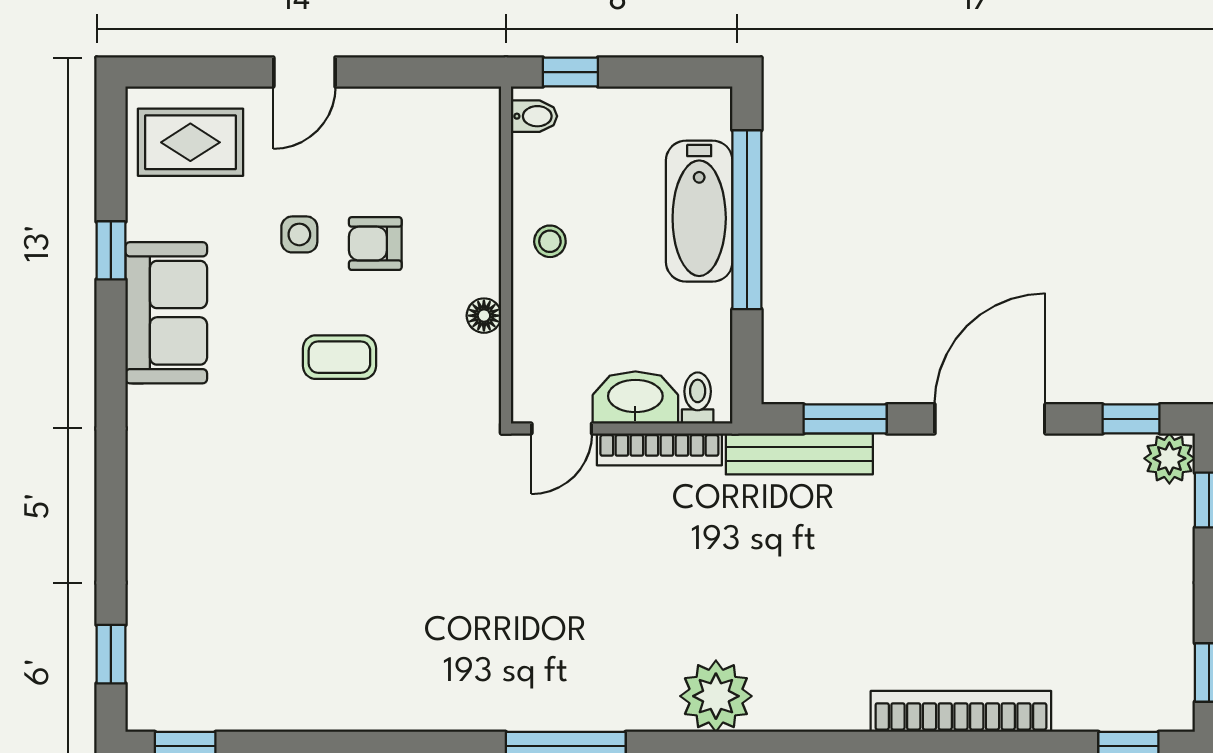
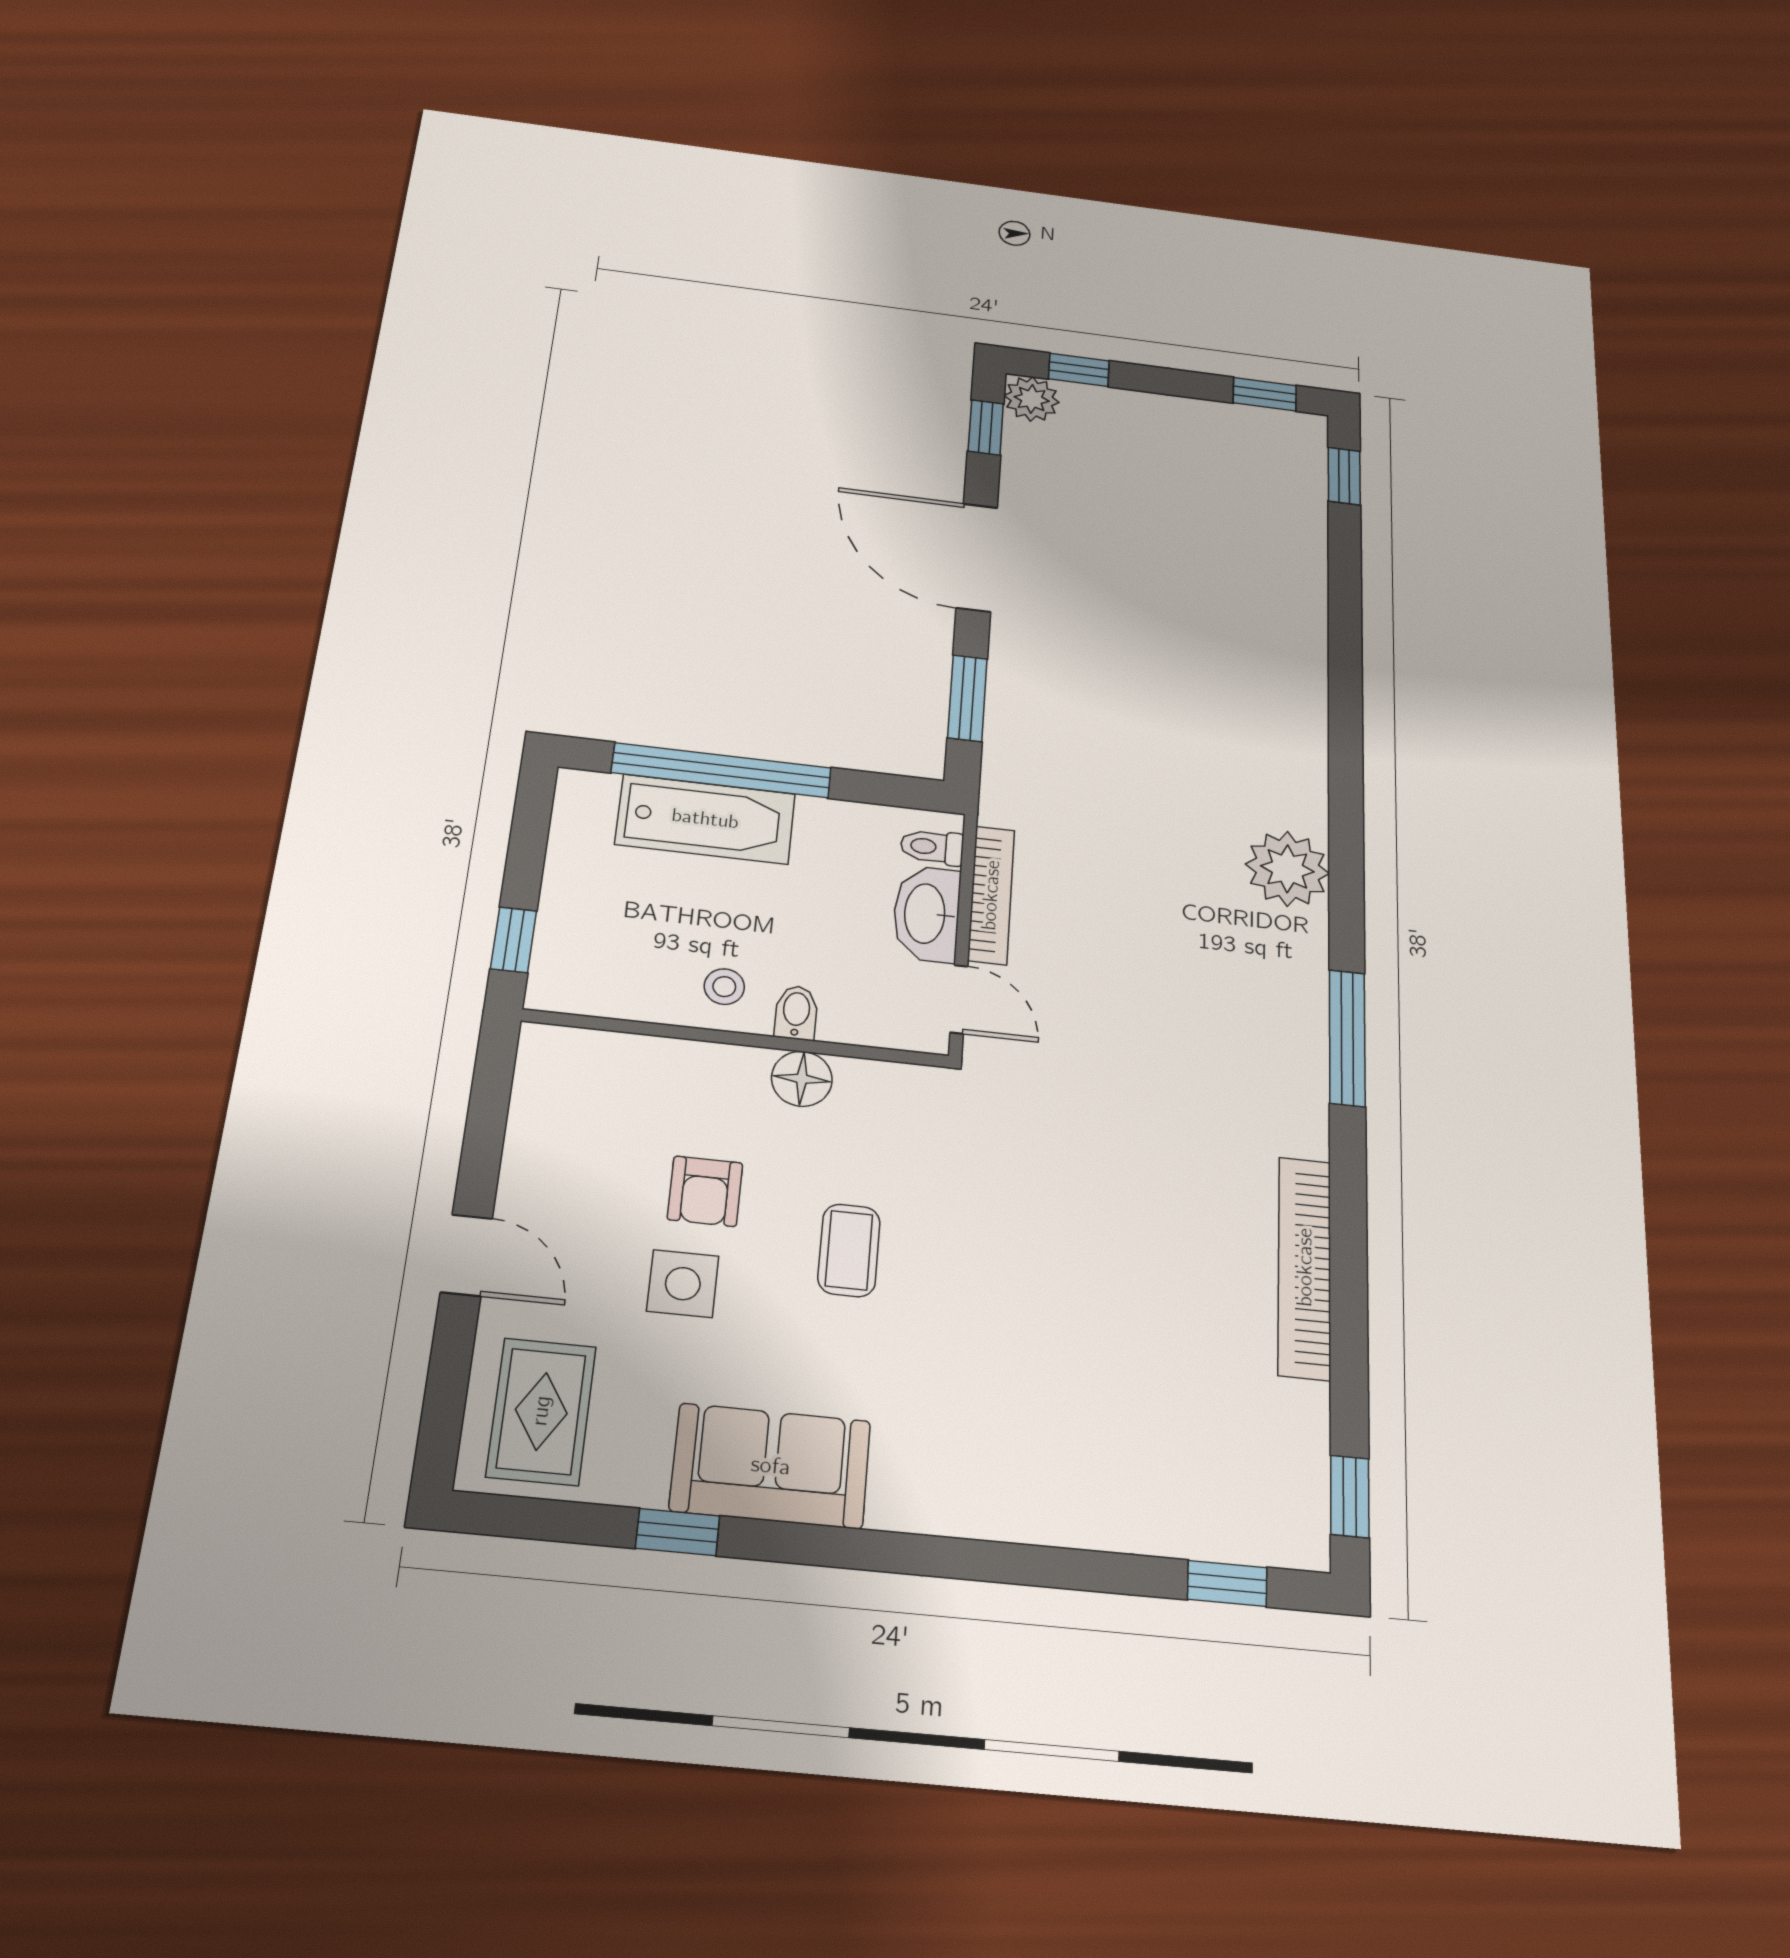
bidet: (534, 116) -> (796, 1013), moved
side table: (299, 234) -> (683, 1284), width x1.37, depth x1.37
floor lamp: (484, 316) -> (802, 1079), width x1.37, depth x1.37
bench: (799, 454) -> (1005, 749), removed
bookcase: (961, 711) -> (1305, 1267), moved

